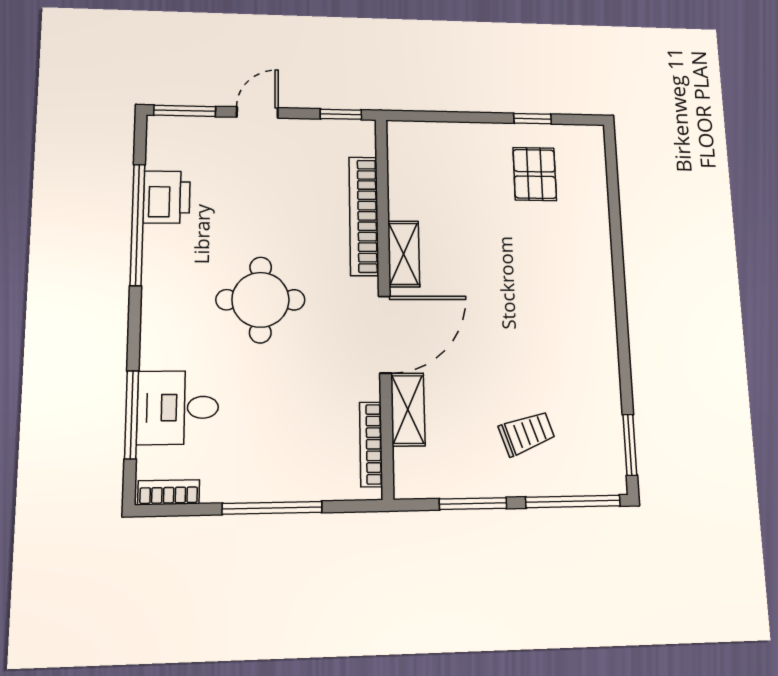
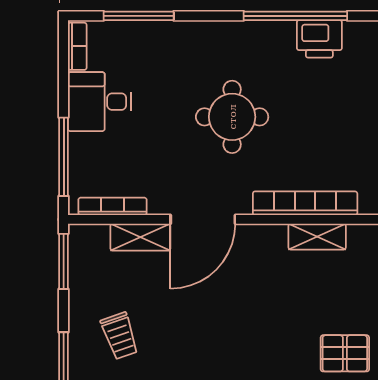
shelving: (404, 254) -> (317, 237), moved
door: (385, 334) -> (203, 219), hinge flipped
desk: (178, 408) -> (100, 102), moved, turned -90
window: (473, 504) -> (64, 261), moved
window: (272, 508) -> (64, 157), moved

